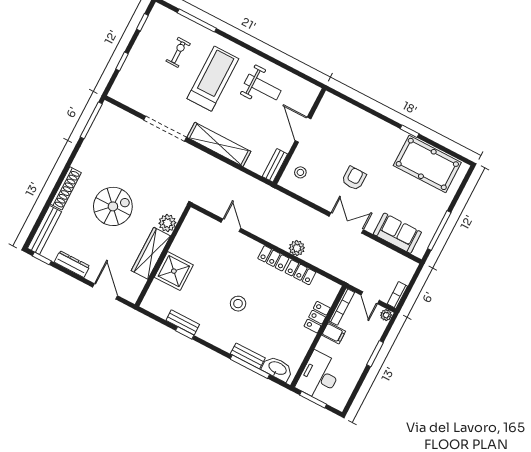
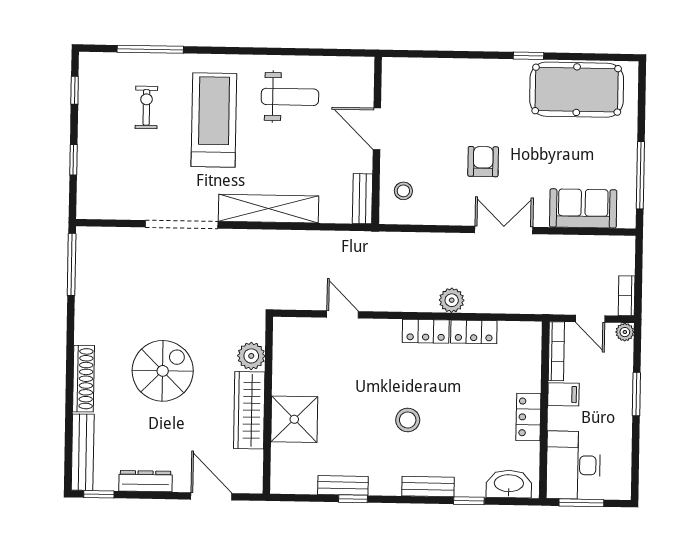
locker: (317, 317) -> (528, 417), moved
bench: (248, 356) -> (428, 487), moved
window: (250, 367) -> (469, 501), width x0.46

